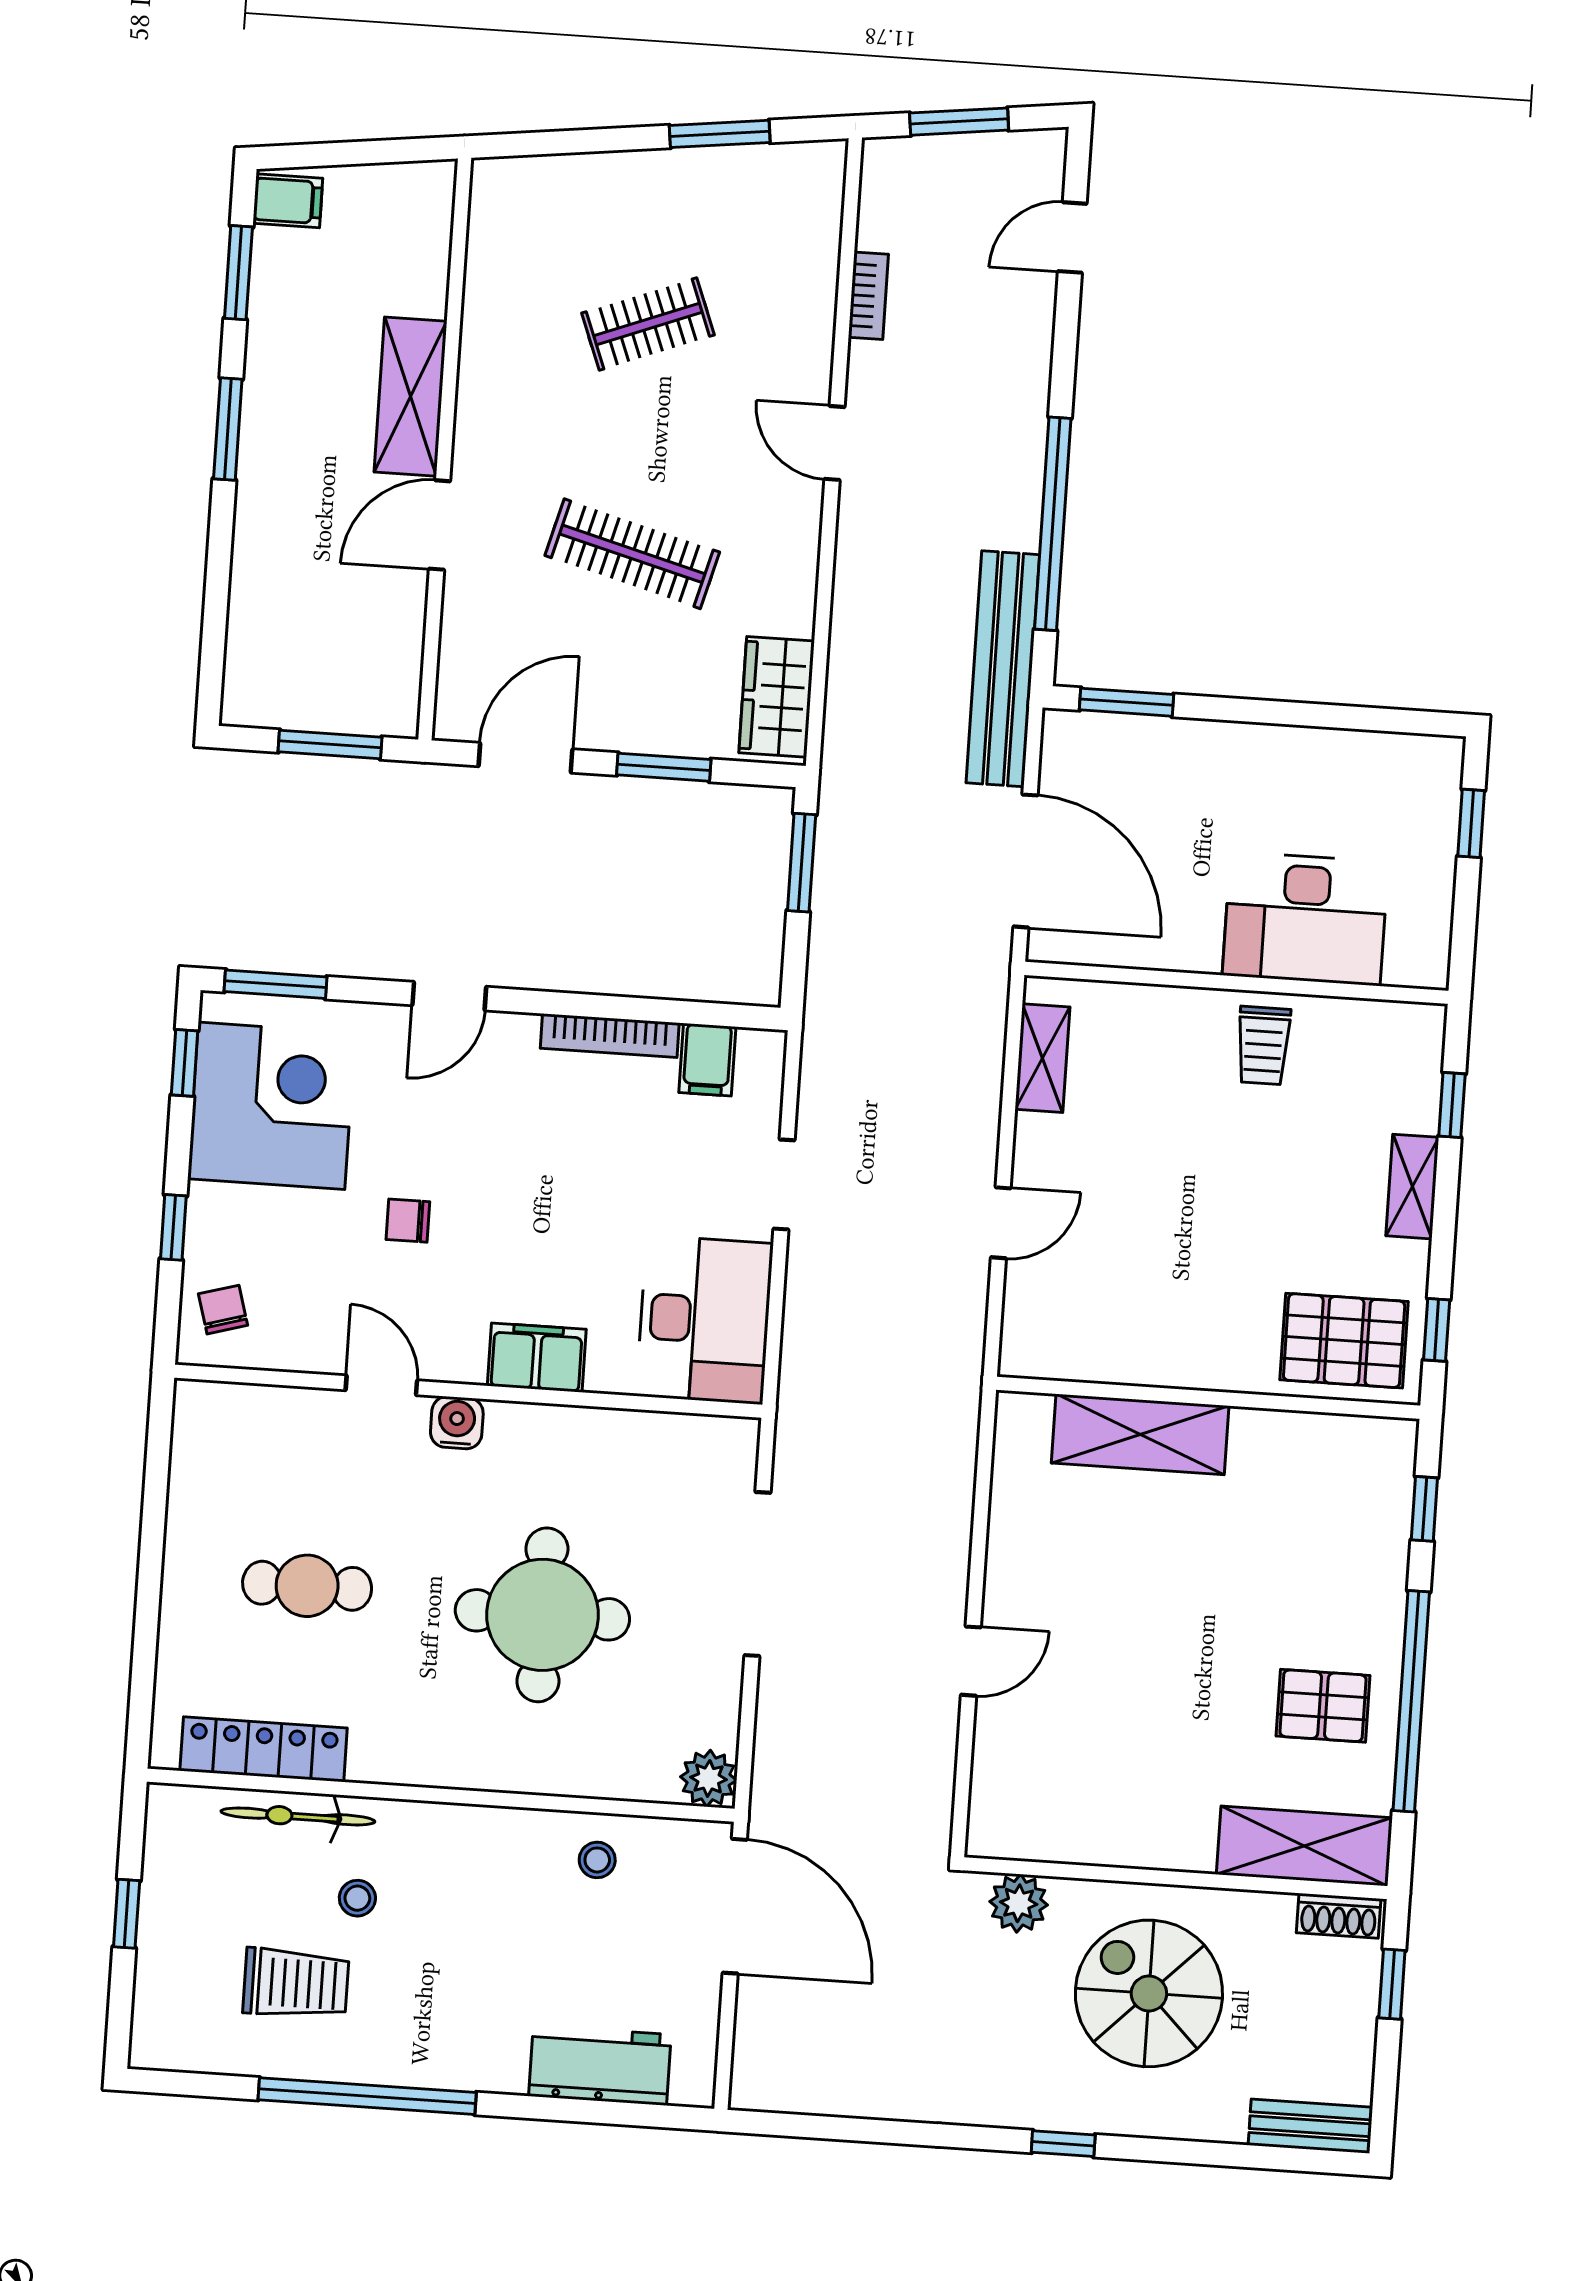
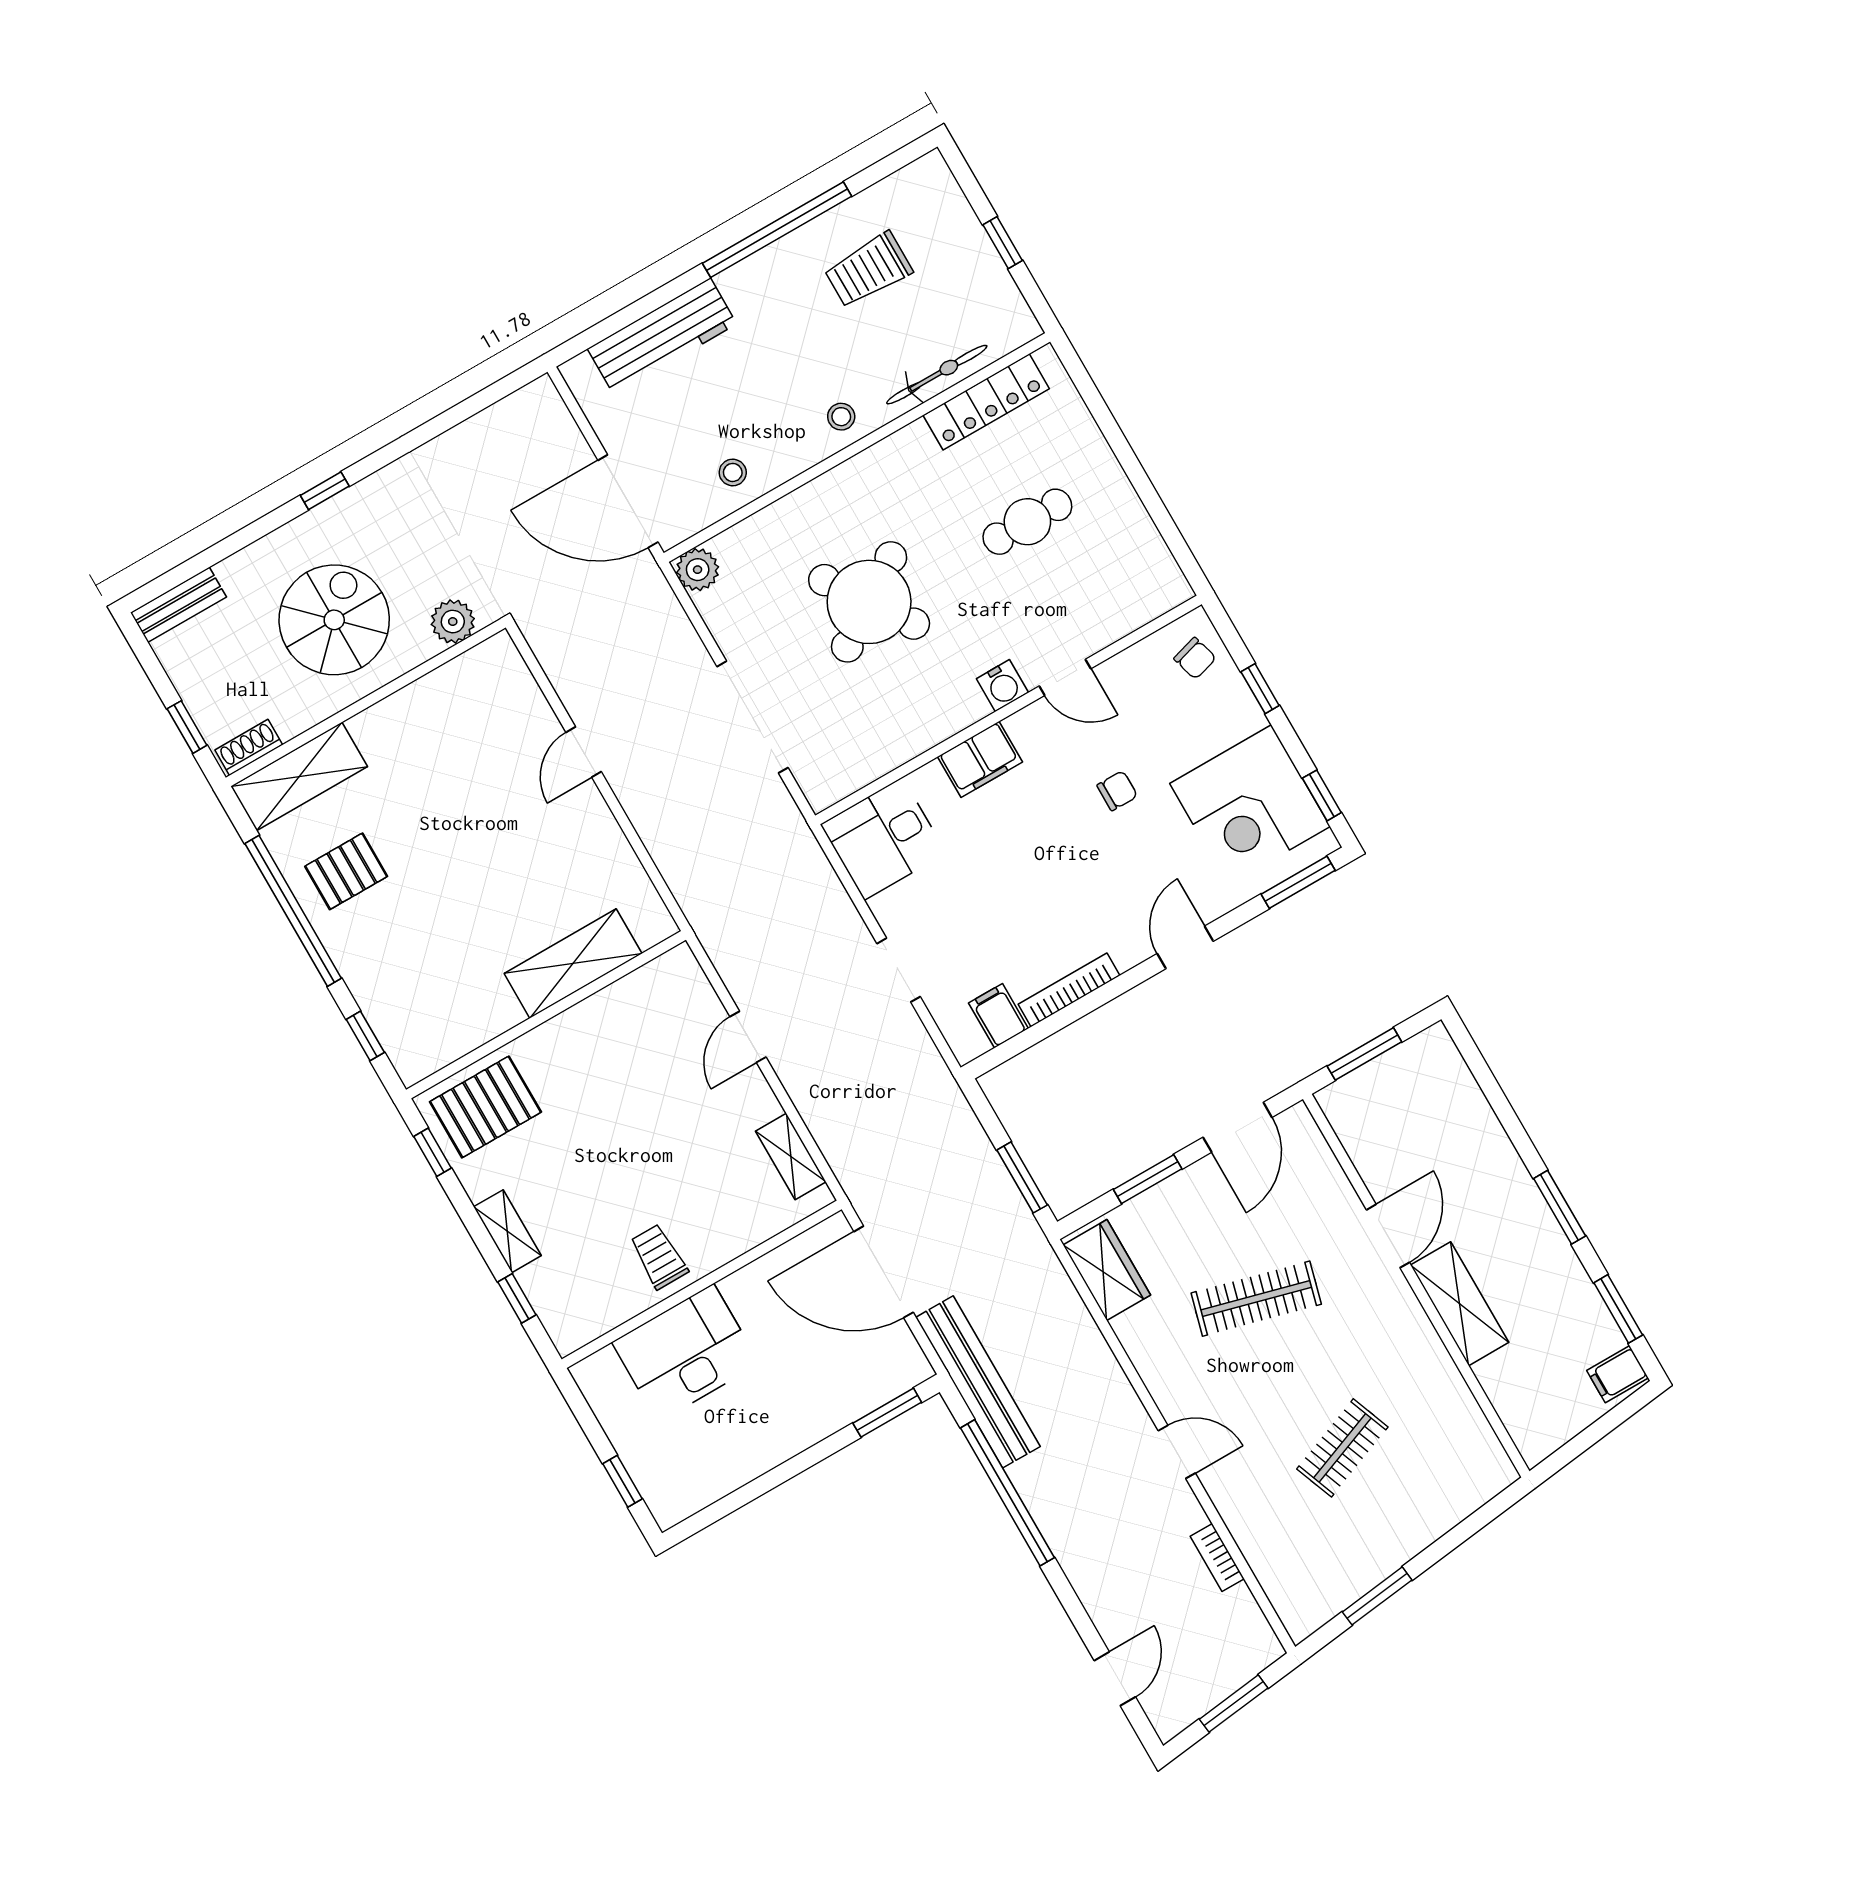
desk: (705, 1320) -> (883, 839), width x0.73
round table: (542, 1615) -> (869, 602), turned -34
stool: (357, 1898) -> (841, 417), moved
spiral stairs: (1149, 1993) -> (334, 620), turned -90
workbench: (600, 2065) -> (662, 336), width x1.38

